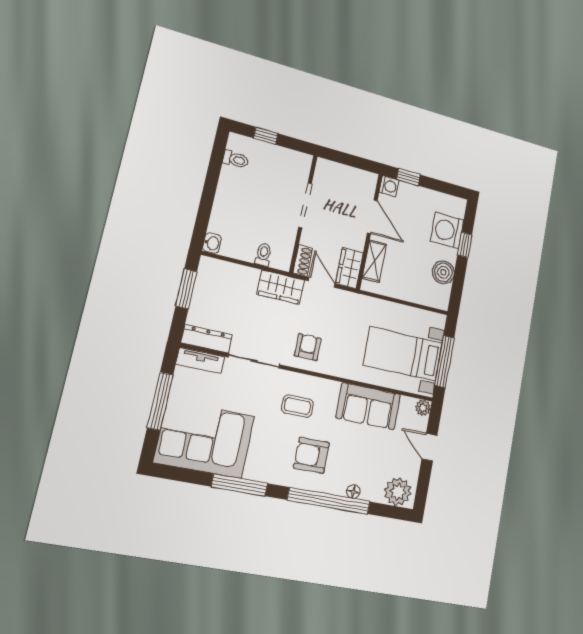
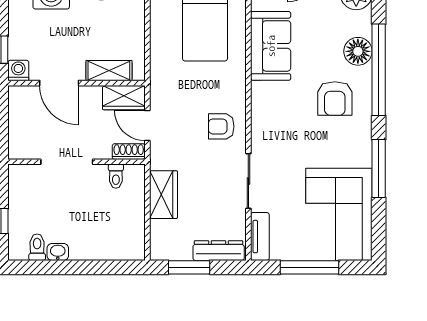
door: (372, 217) -> (59, 83), swing flipped
washbasin: (212, 243) -> (58, 252), moved
toilet: (263, 255) -> (116, 176), moved, turned -90
door: (322, 282) -> (147, 126), hinge flipped
wardrobe: (280, 287) -> (163, 195), moved
dresser: (207, 339) -> (219, 251), moved, turned 90
coffee table: (297, 406) -> (286, 125), removed
floor lamp: (353, 492) -> (358, 51), width x1.89, depth x1.89

